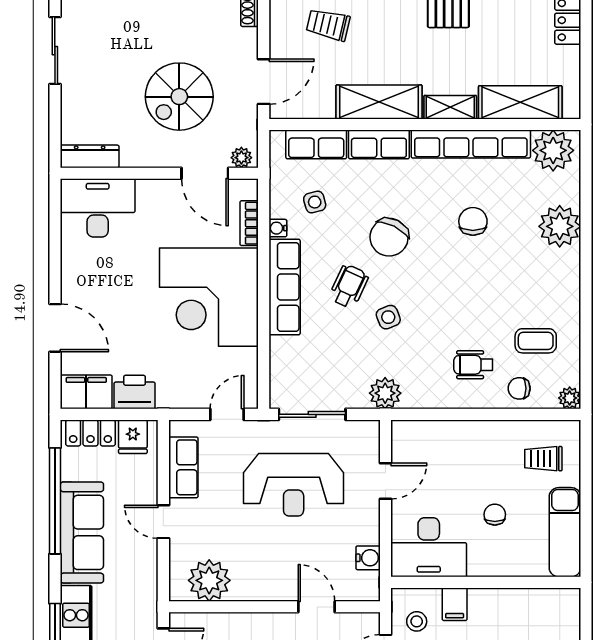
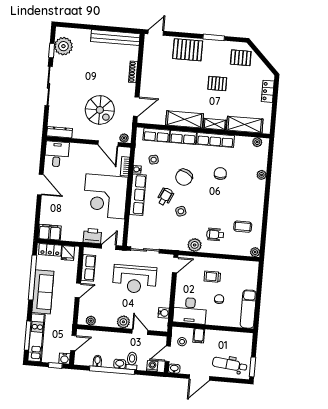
trolley: (328, 25) -> (166, 85), removed
sliding door: (55, 51) -> (49, 86), width x1.37
spiral stairs: (179, 97) -> (100, 110), turned -90
row of seats: (471, 144) -> (215, 140), width x0.73
plant: (553, 150) -> (257, 142), width x0.53, depth x0.53
desk: (98, 208) -> (57, 154), width x0.73
plant: (560, 226) -> (262, 175), width x0.53, depth x0.53
door: (55, 328) -> (40, 185), moved
chair: (519, 388) -> (234, 246), removed
printer: (135, 392) -> (92, 236), moved
plant: (385, 393) -> (195, 245), moved
trolley: (543, 459) -> (212, 277), moved
door: (386, 481) -> (175, 265), moved
door: (163, 522) -> (78, 290), swing flipped
plant: (209, 580) -> (91, 321), width x0.53, depth x0.53
plant: (276, 587) -> (123, 322), added

